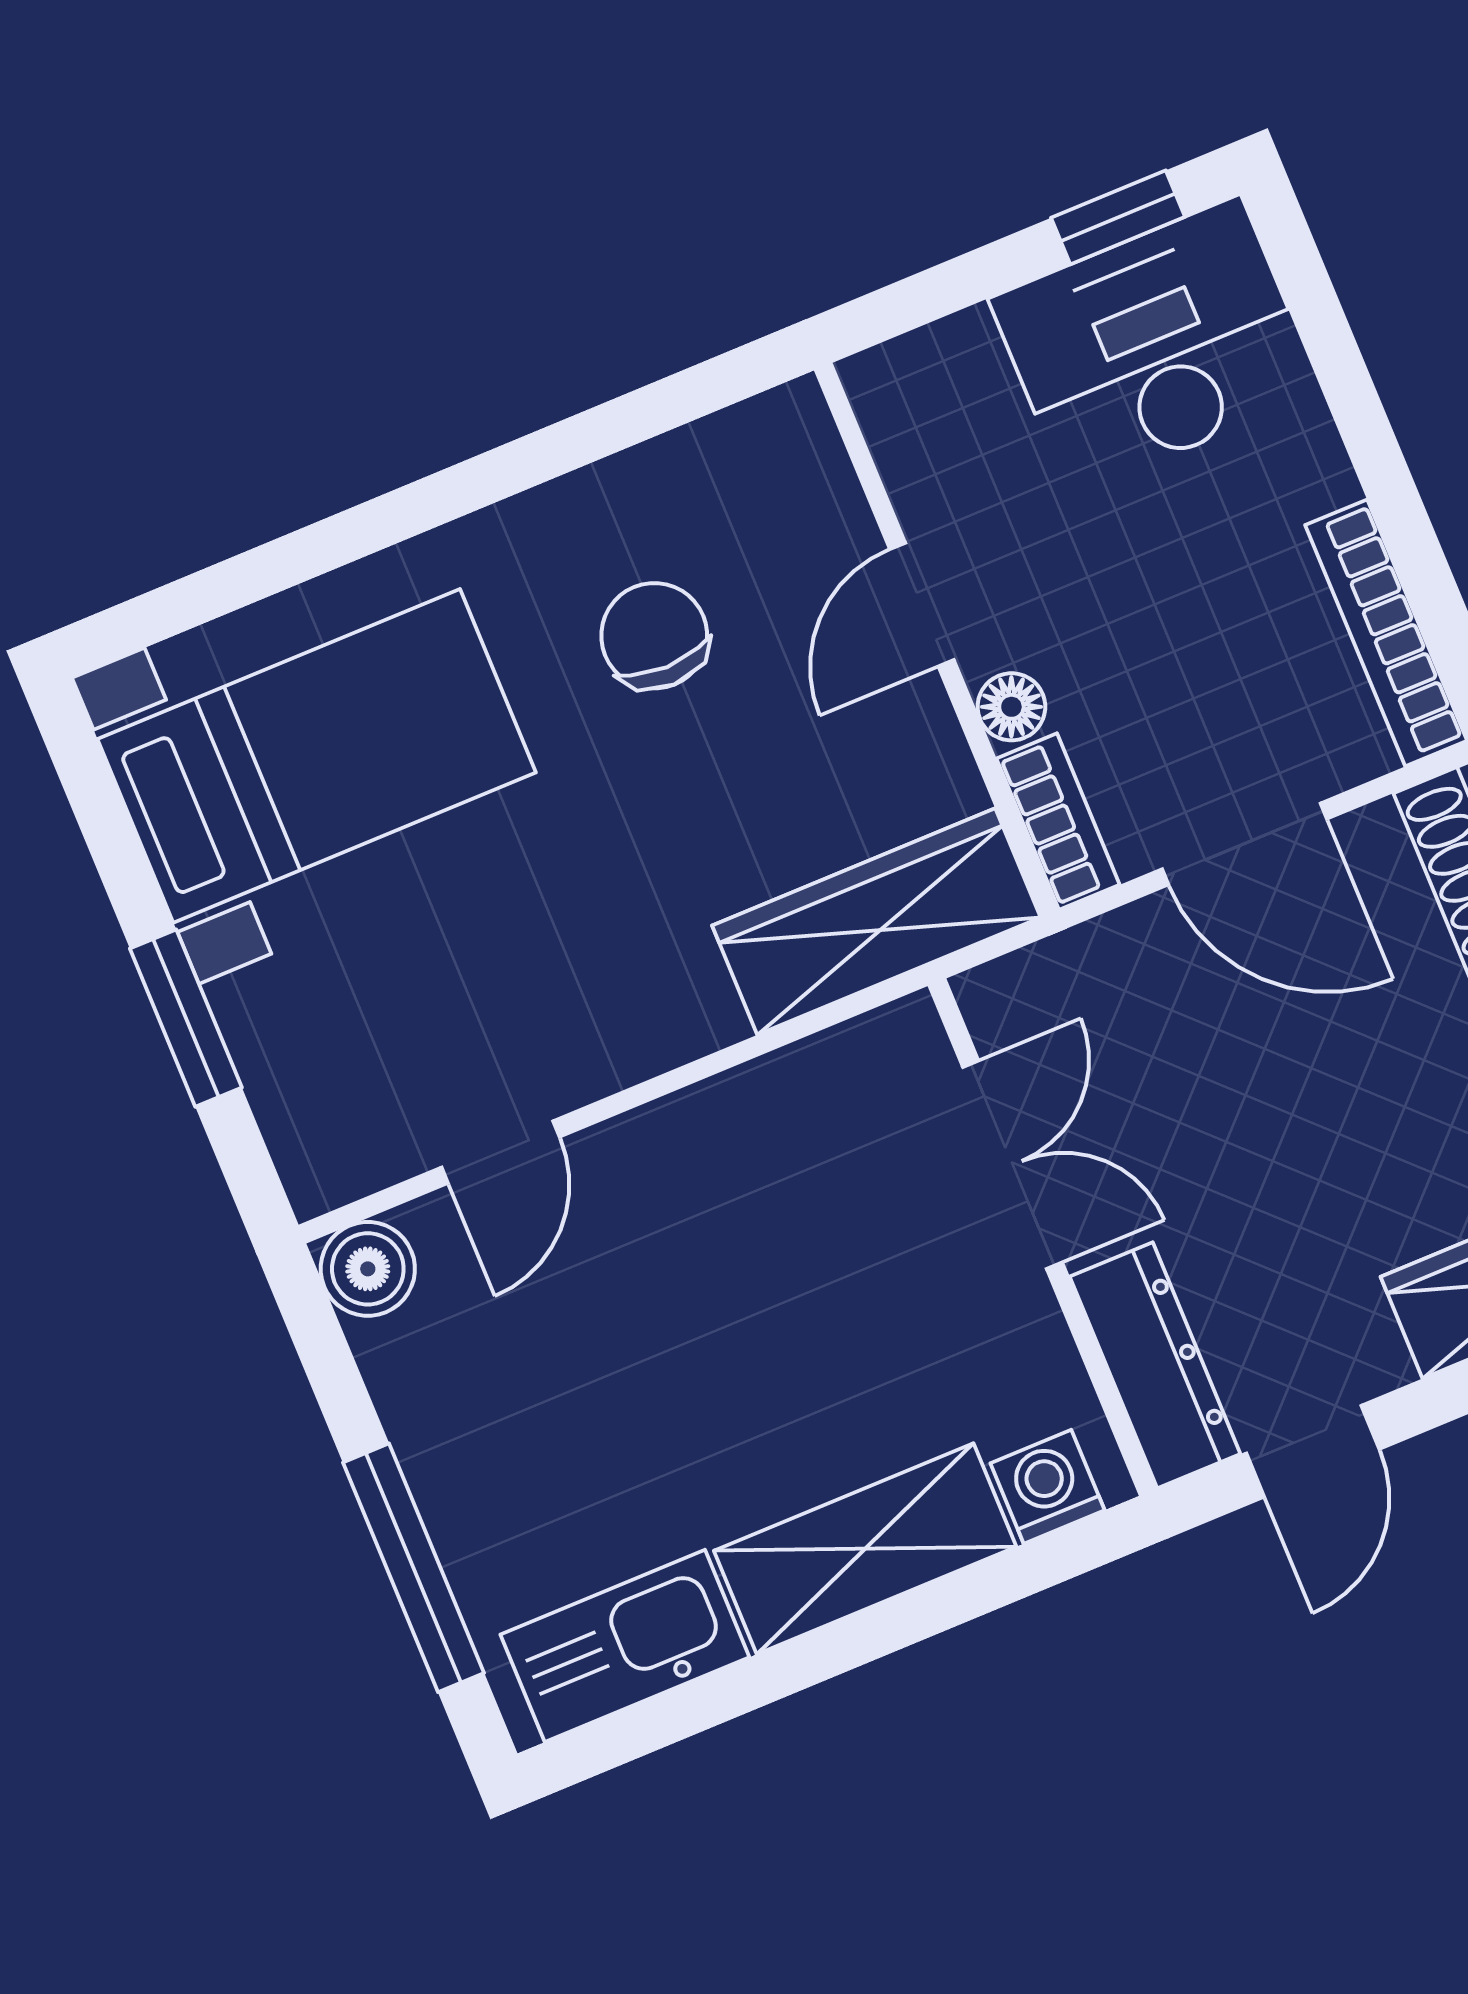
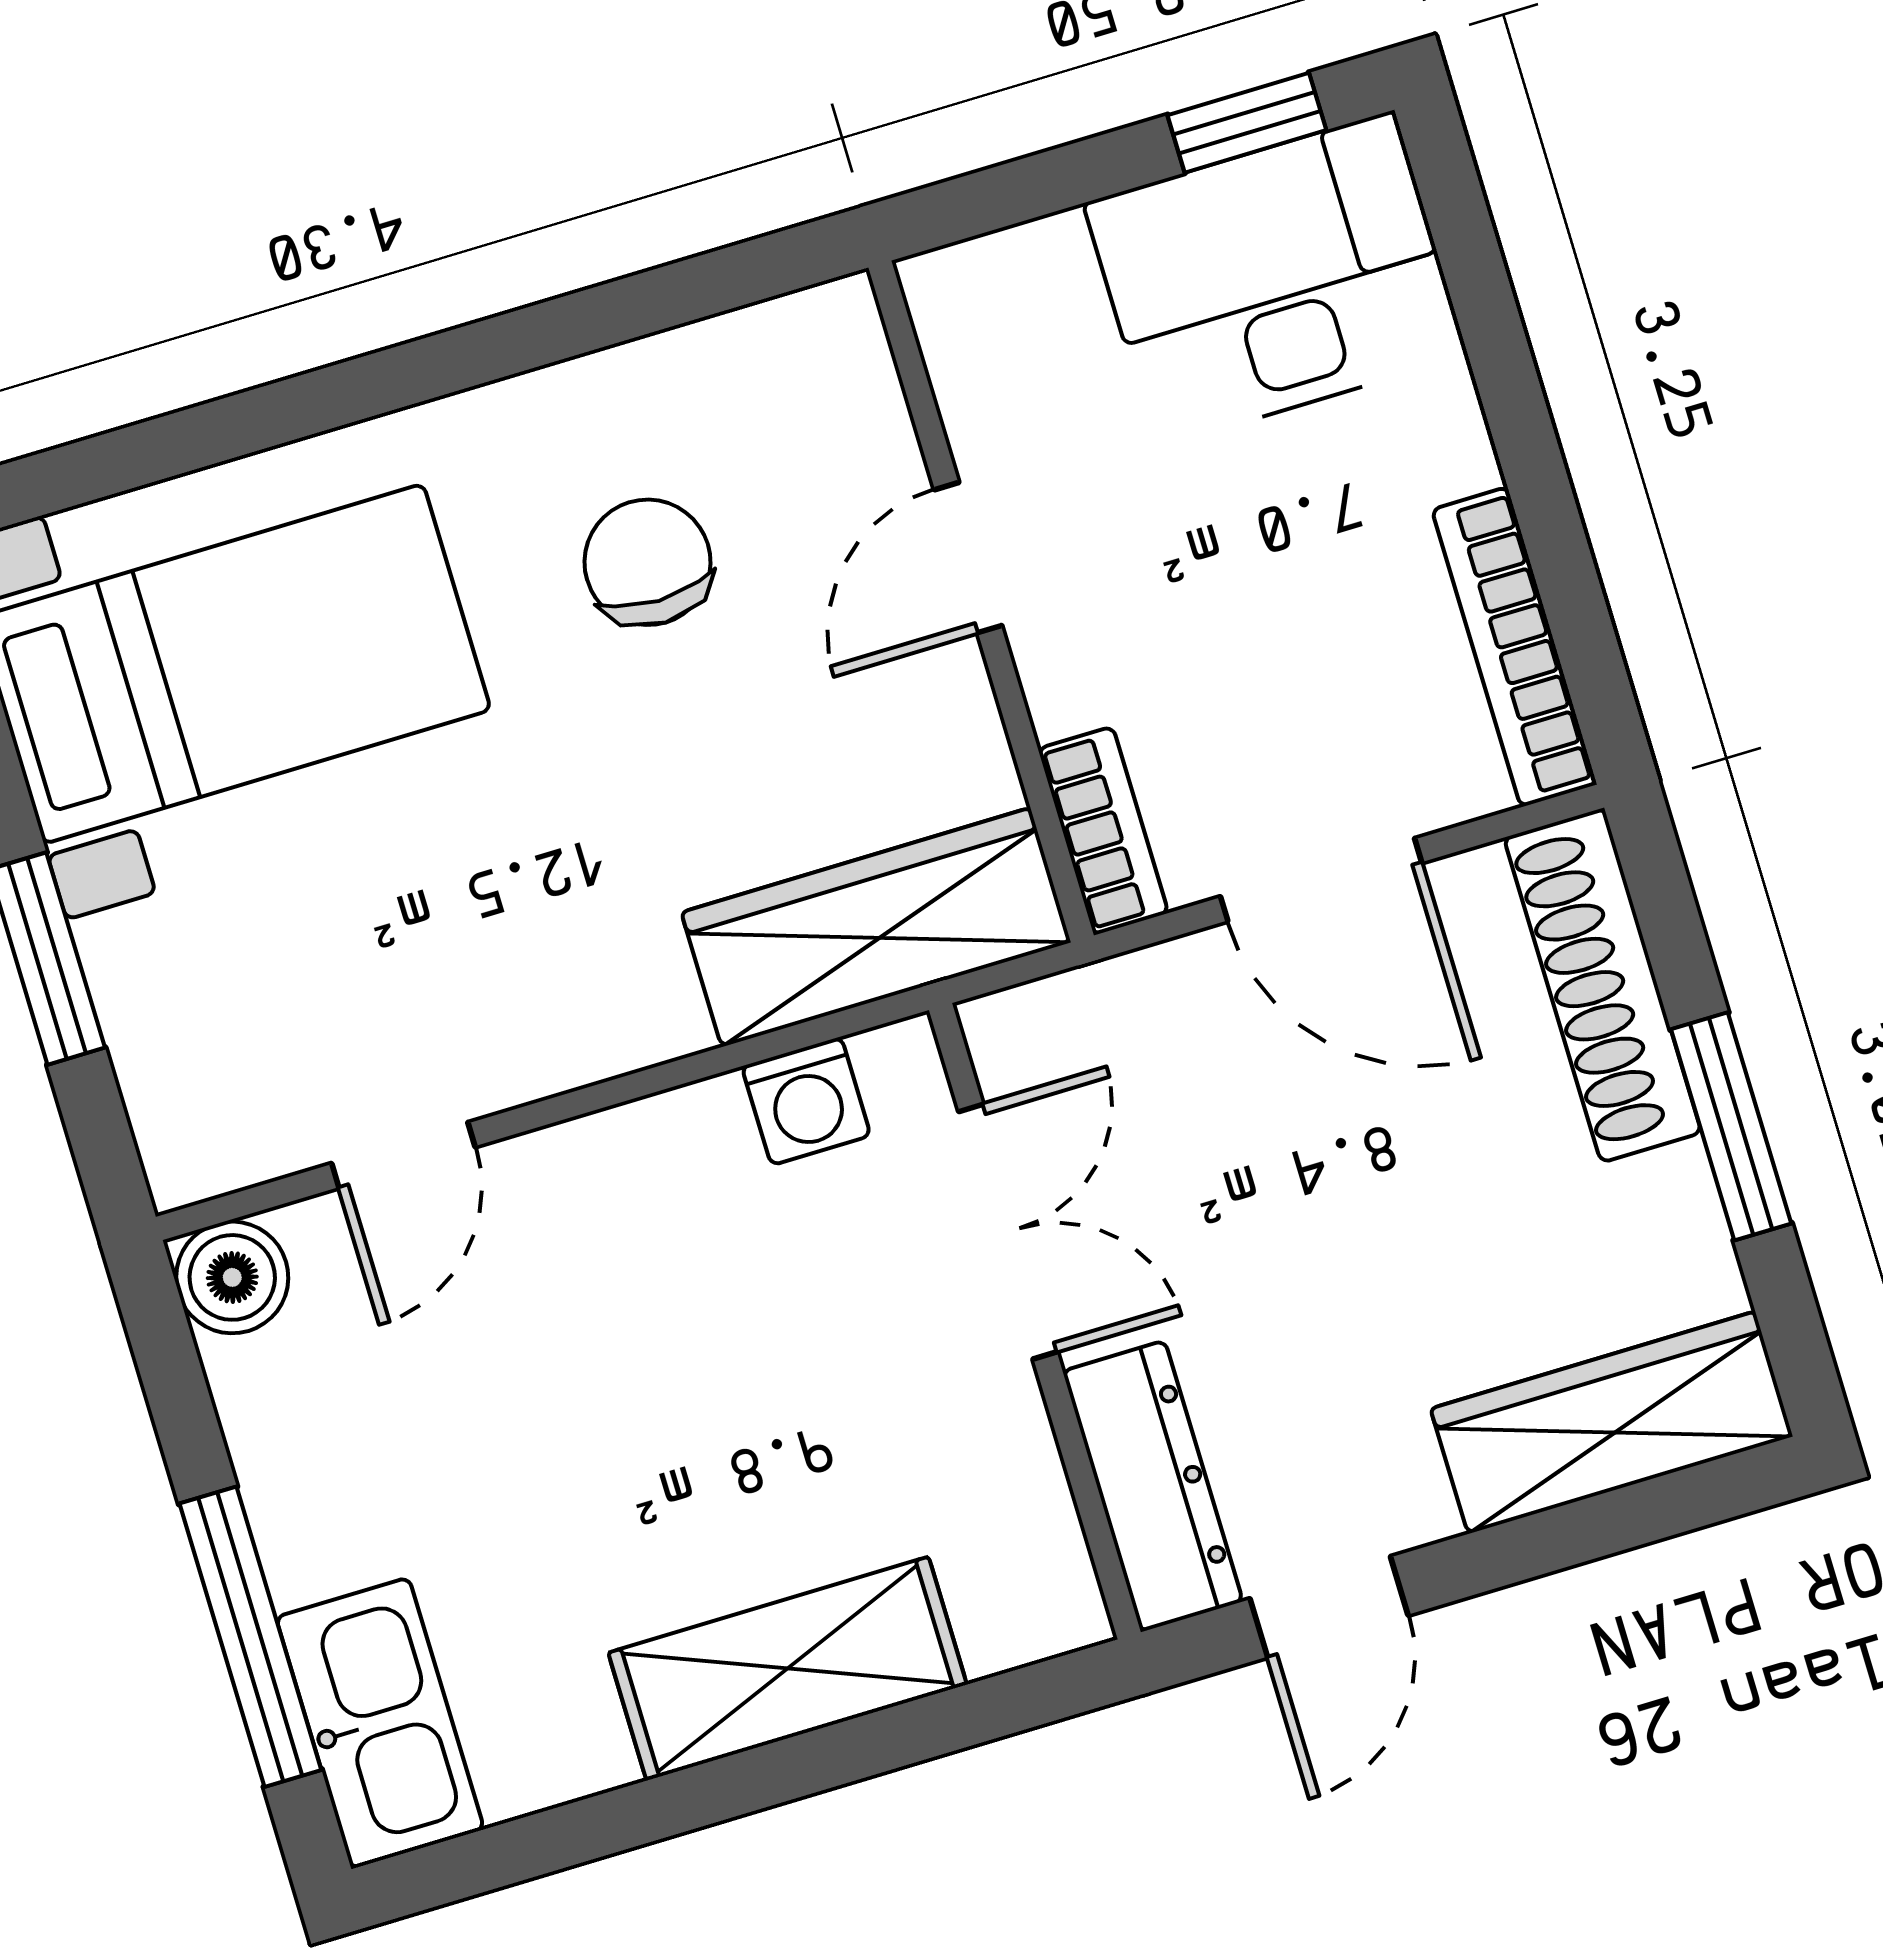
floor lamp: (1011, 707) -> (1062, 689), removed
washing machine: (1047, 1487) -> (806, 1101), moved, turned 180
kitchen sink: (625, 1646) -> (380, 1723), moved, turned 90

